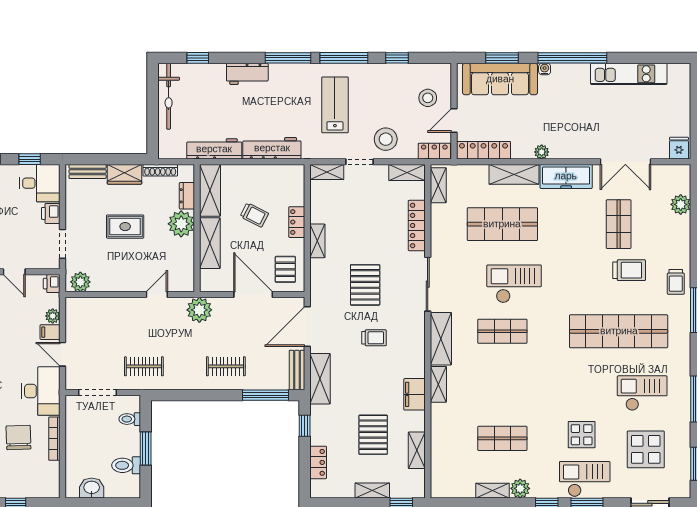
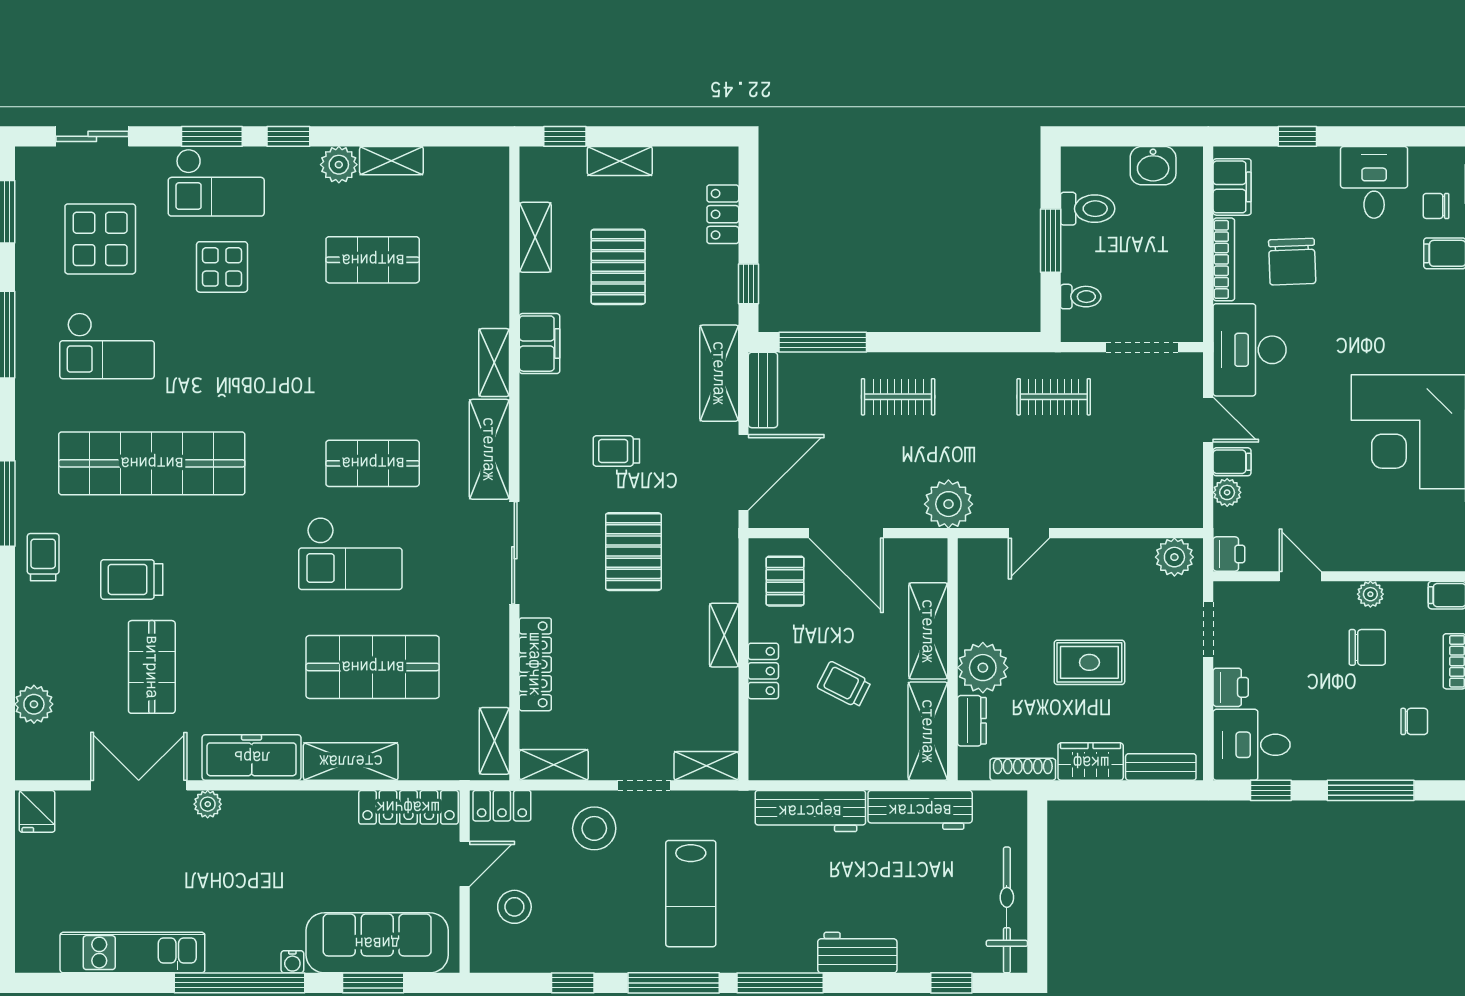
plant: (542, 152) -> (208, 804), moved
filing cabinet: (50, 477) -> (1232, 187), added

